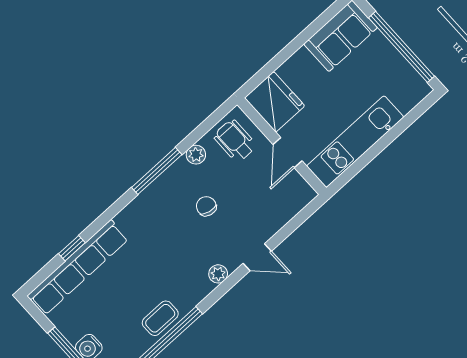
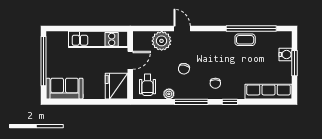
chair: (147, 225) -> (215, 83), added
window: (72, 248) -> (230, 102), moved
row of seats: (78, 267) -> (269, 92), width x0.73
plant: (218, 274) -> (162, 41), moved, width x1.88, depth x1.88

